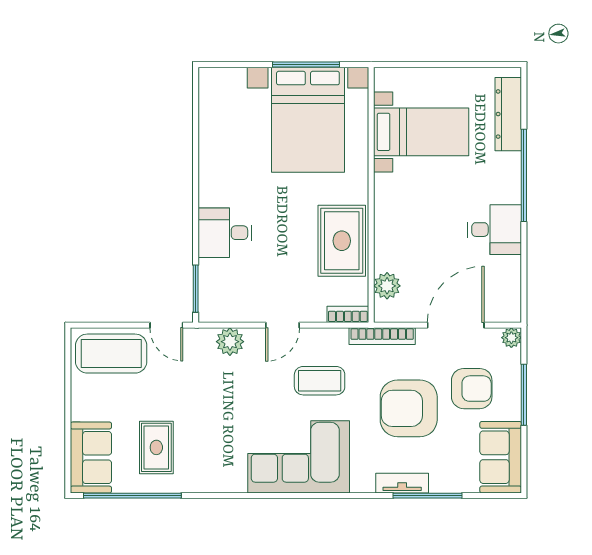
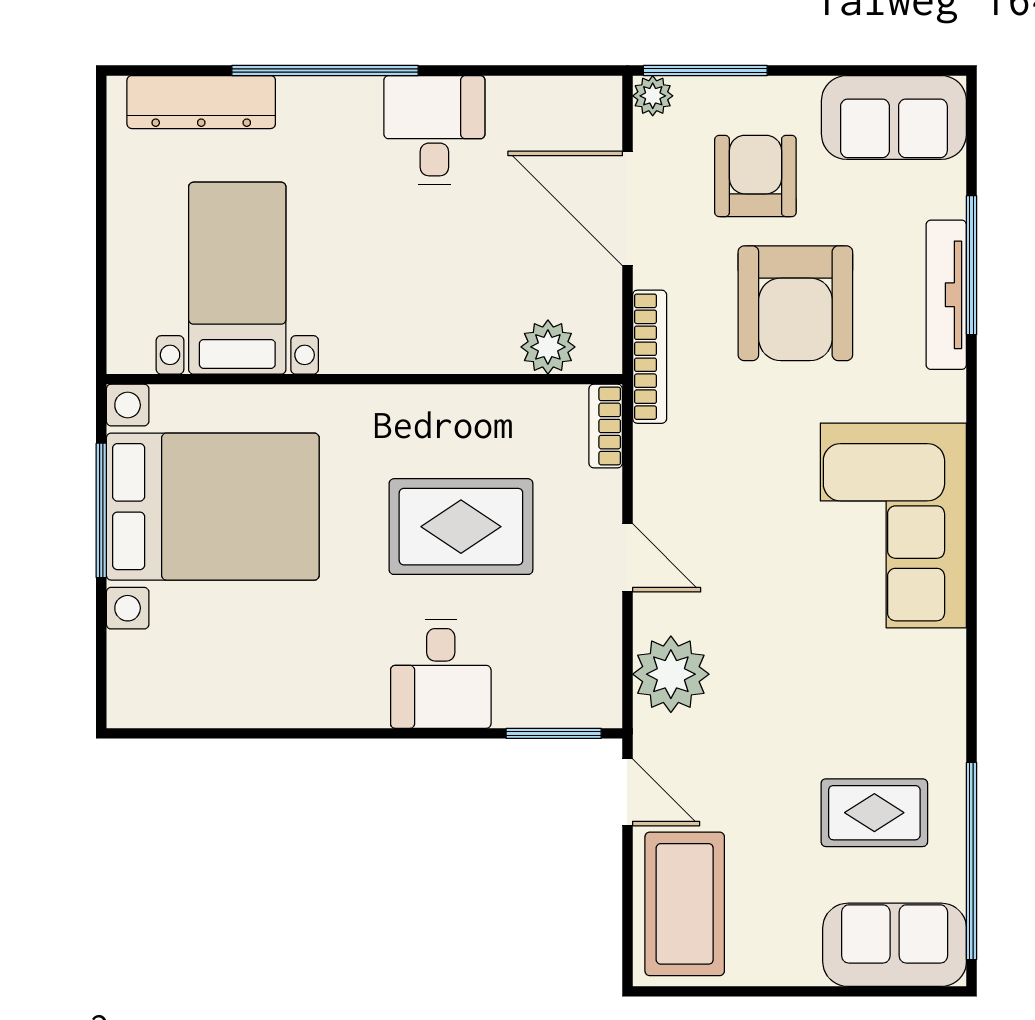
rug: (342, 241) -> (461, 527), moved
door: (166, 325) -> (627, 792), hinge flipped
plant: (230, 342) -> (671, 674), width x1.36, depth x1.36
coffee table: (320, 381) -> (740, 483), removed
window: (524, 395) -> (705, 70), moved
tv unit: (402, 483) -> (946, 295), width x1.41

